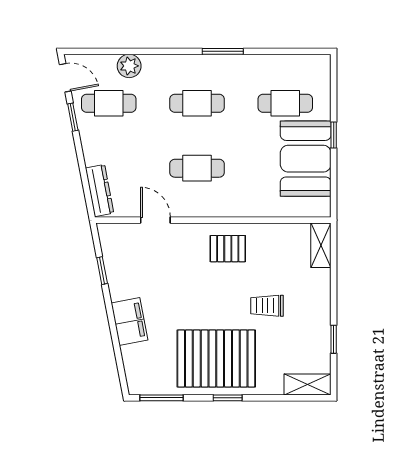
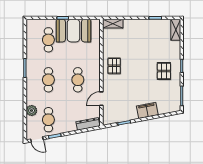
door: (65, 78) -> (37, 139), swing flipped
trolley: (267, 306) -> (140, 48), removed
pallet: (216, 358) -> (164, 71), width x0.49, depth x0.50

